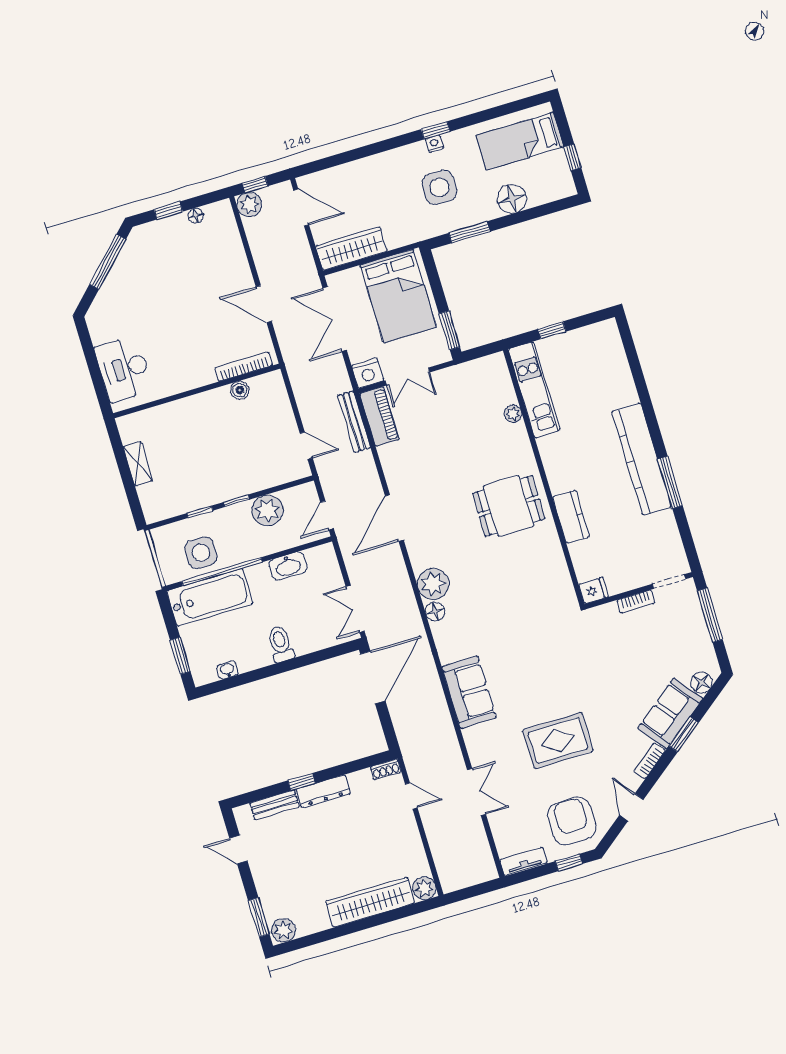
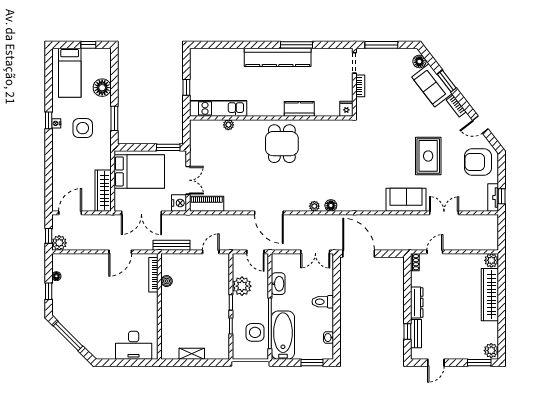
bench: (354, 422) -> (171, 245), moved
plant: (433, 584) -> (314, 206), width x0.53, depth x0.53
sofa: (469, 692) -> (406, 200), moved
window: (302, 782) -> (407, 332), moved
window: (569, 863) -> (502, 196), moved

